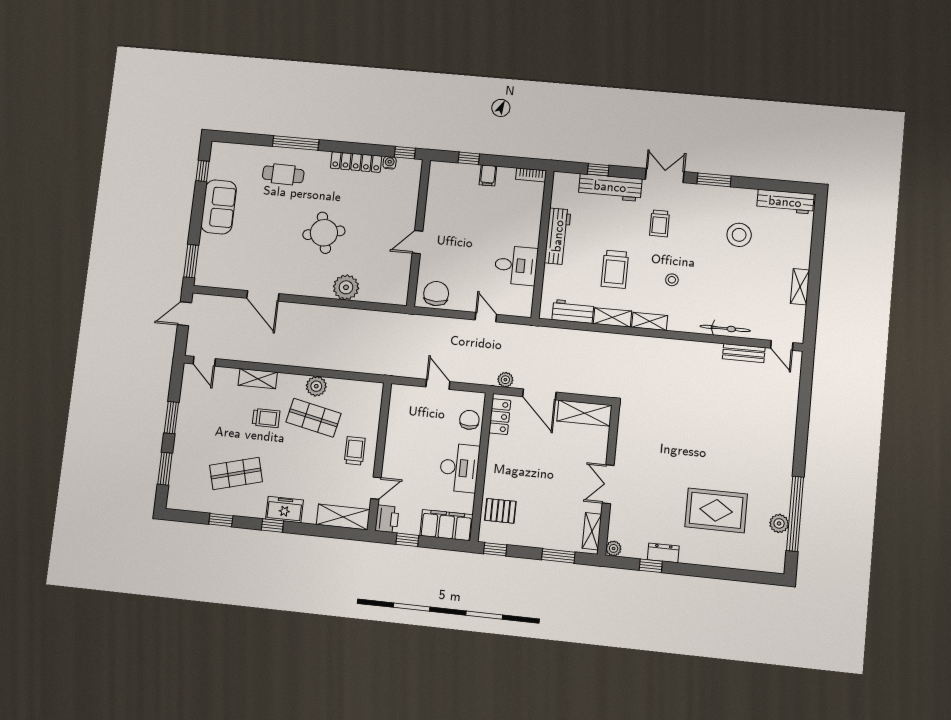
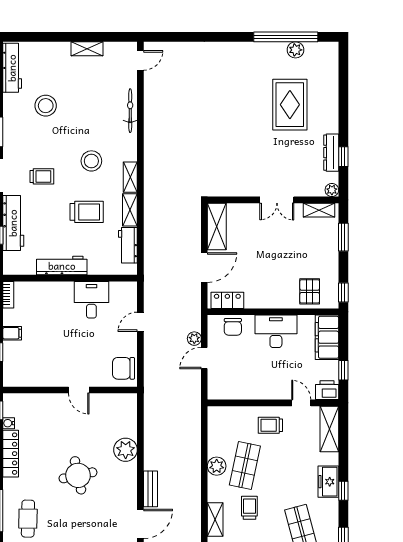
stool: (672, 280) -> (91, 161), width x1.89, depth x1.89
bench: (744, 353) -> (150, 489), moved
plant: (505, 380) -> (194, 339), moved
chair: (469, 420) -> (233, 327), turned -90
dresser: (663, 553) -> (331, 153), width x1.44

